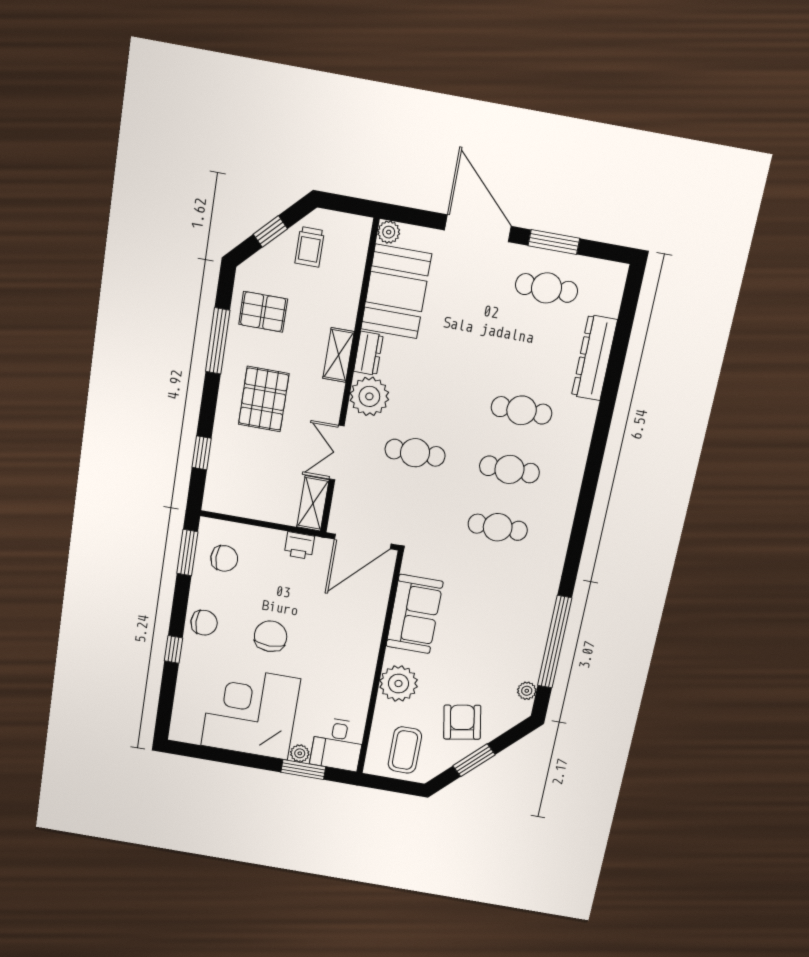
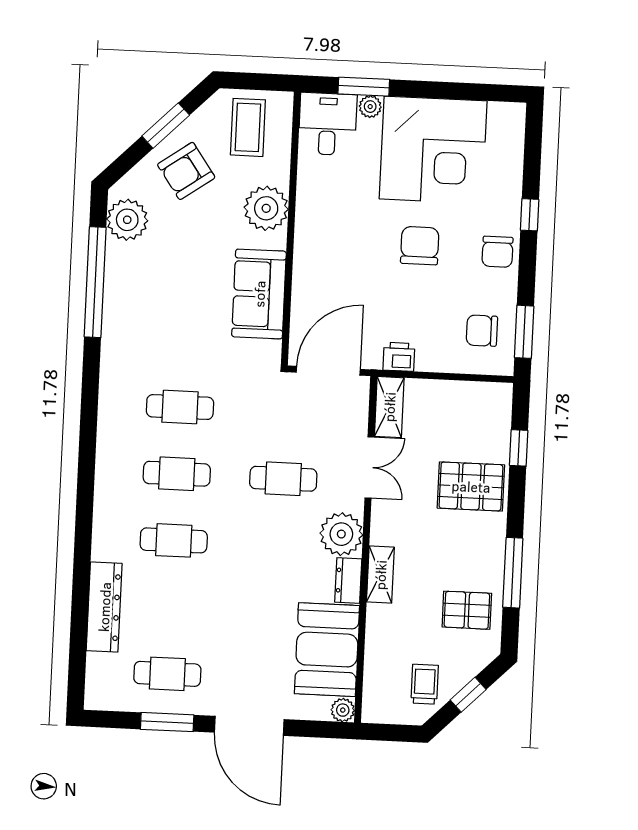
pallet: (264, 399) -> (471, 486), moved, turned 90
chair: (204, 623) -> (497, 252), turned -90
chair: (271, 636) -> (420, 246), turned 180
plant: (527, 691) -> (127, 220), width x1.88, depth x1.88
armchair: (462, 722) -> (186, 171), turned 65

